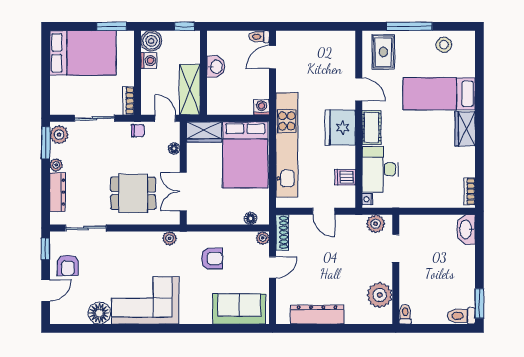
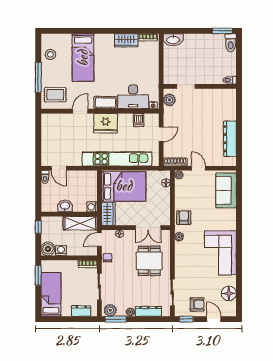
bed: (83, 53) -> (51, 294), width x0.67
dresser: (58, 91) -> (81, 311), added
washing machine: (262, 107) -> (92, 207), moved
wardrobe: (465, 129) -> (126, 40), moved
armchair: (212, 258) -> (184, 218), moved
plant: (380, 295) -> (217, 97), removed
floor lamp: (99, 313) -> (229, 293), moved

